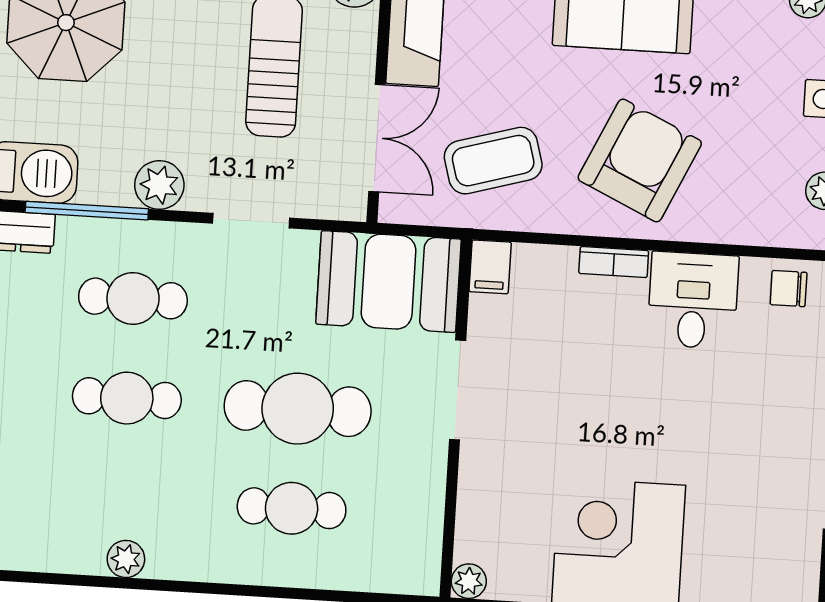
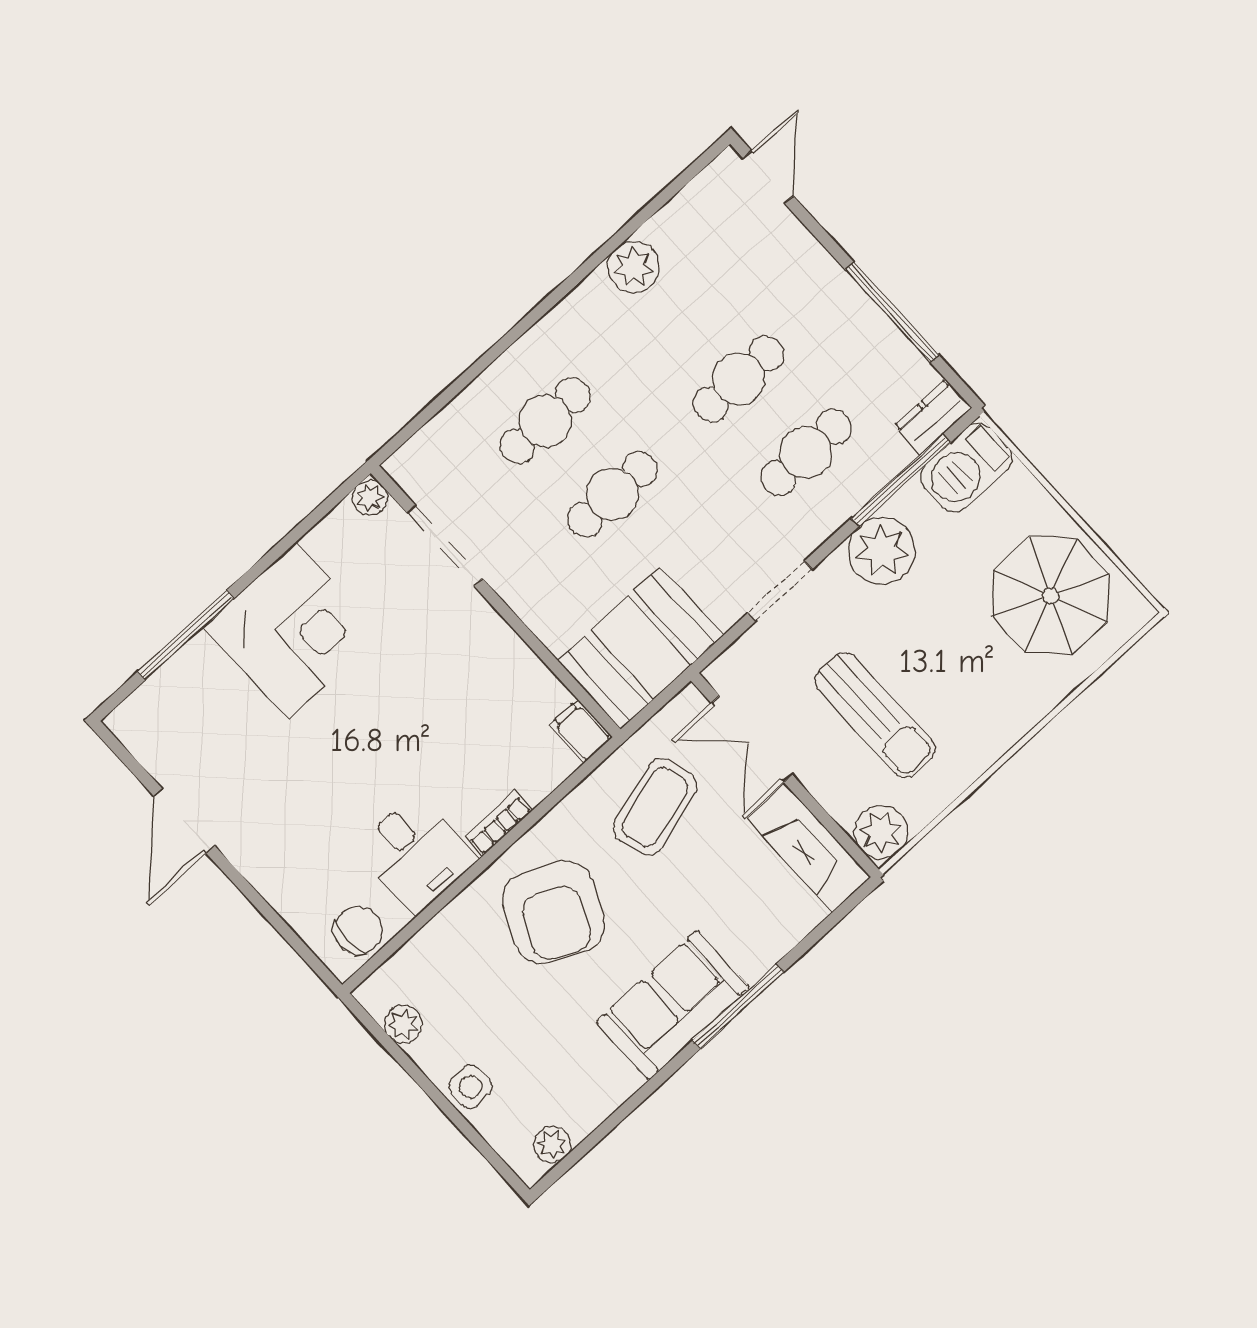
plant: (159, 185) -> (882, 551), width x1.36, depth x1.36
chair: (789, 289) -> (358, 930), width x1.37, depth x1.37
doorway: (458, 390) -> (445, 545), moved
cafe table: (298, 409) -> (613, 494), width x0.73, depth x0.74
plant: (126, 559) -> (634, 267), width x1.38, depth x1.38

